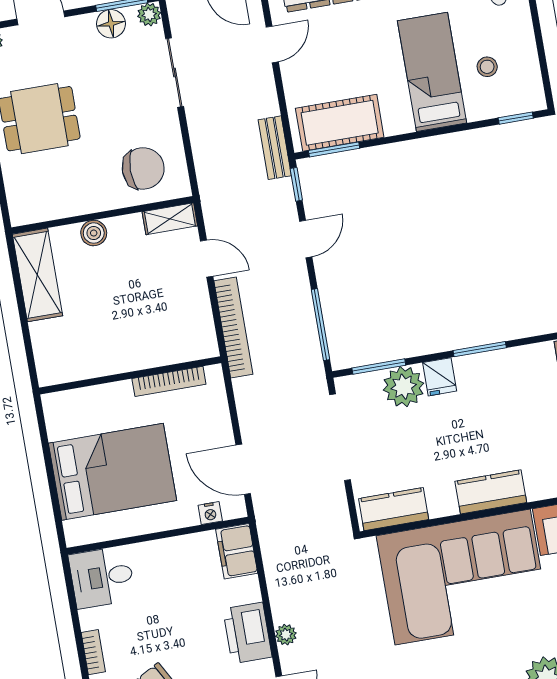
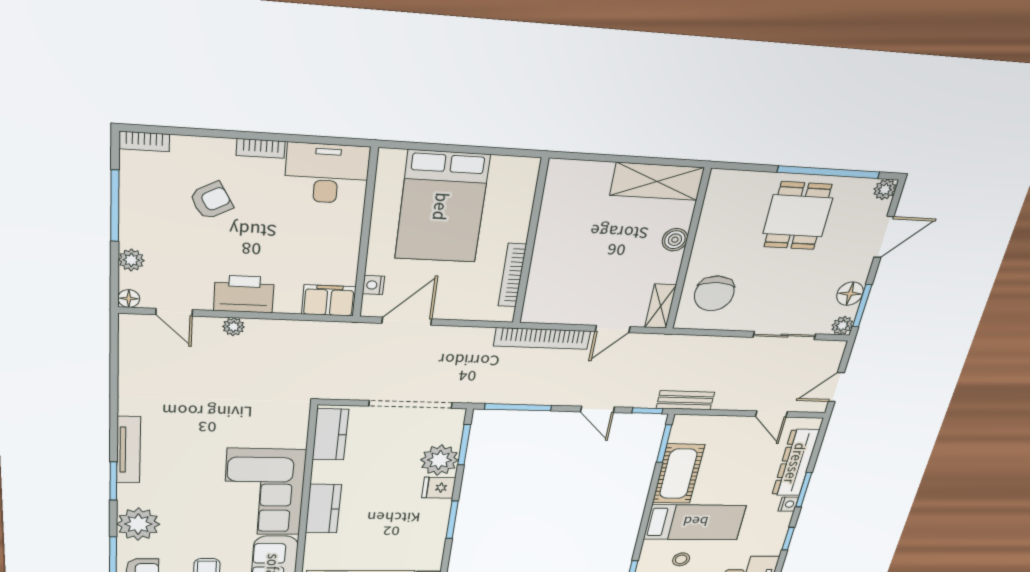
cot: (340, 123) -> (678, 474), moved
desk: (102, 577) -> (327, 173), width x1.37
corner sofa: (463, 577) -> (264, 492), width x0.73, depth x0.74

